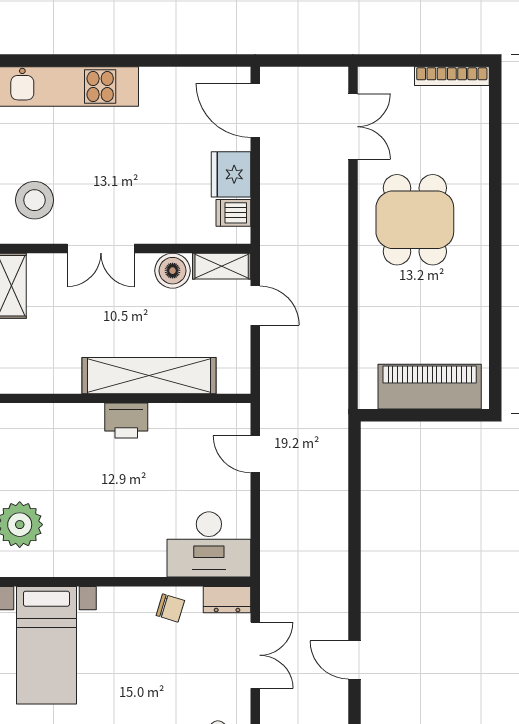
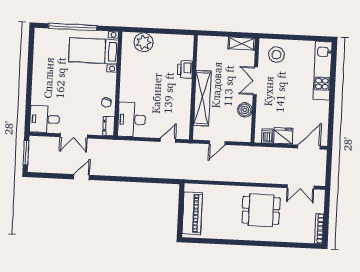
shelving: (222, 266) -> (246, 130), removed
door: (255, 306) -> (217, 143), moved
printer: (126, 421) -> (185, 69), moved
double door: (255, 655) -> (74, 136), moved

